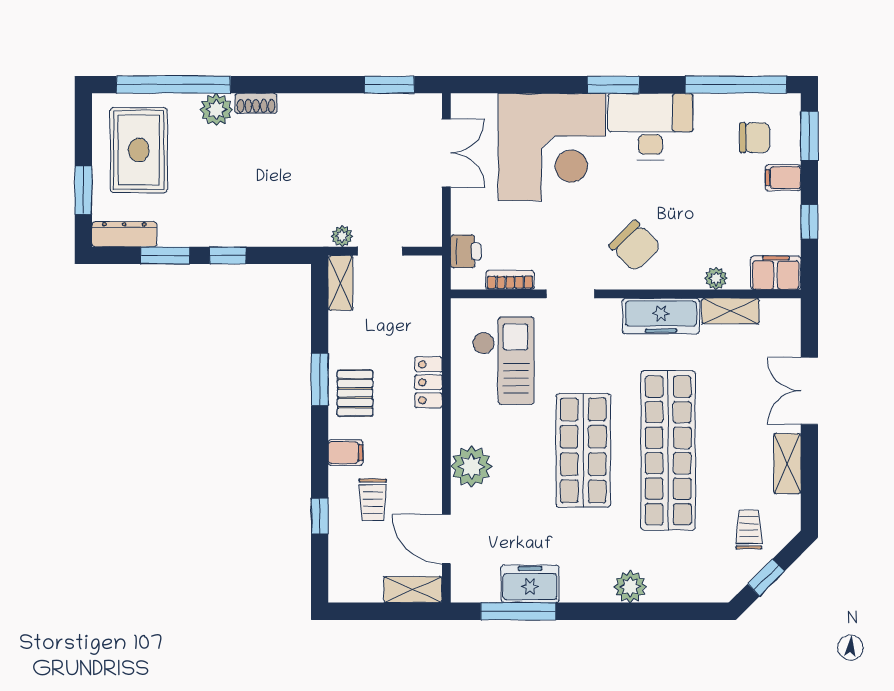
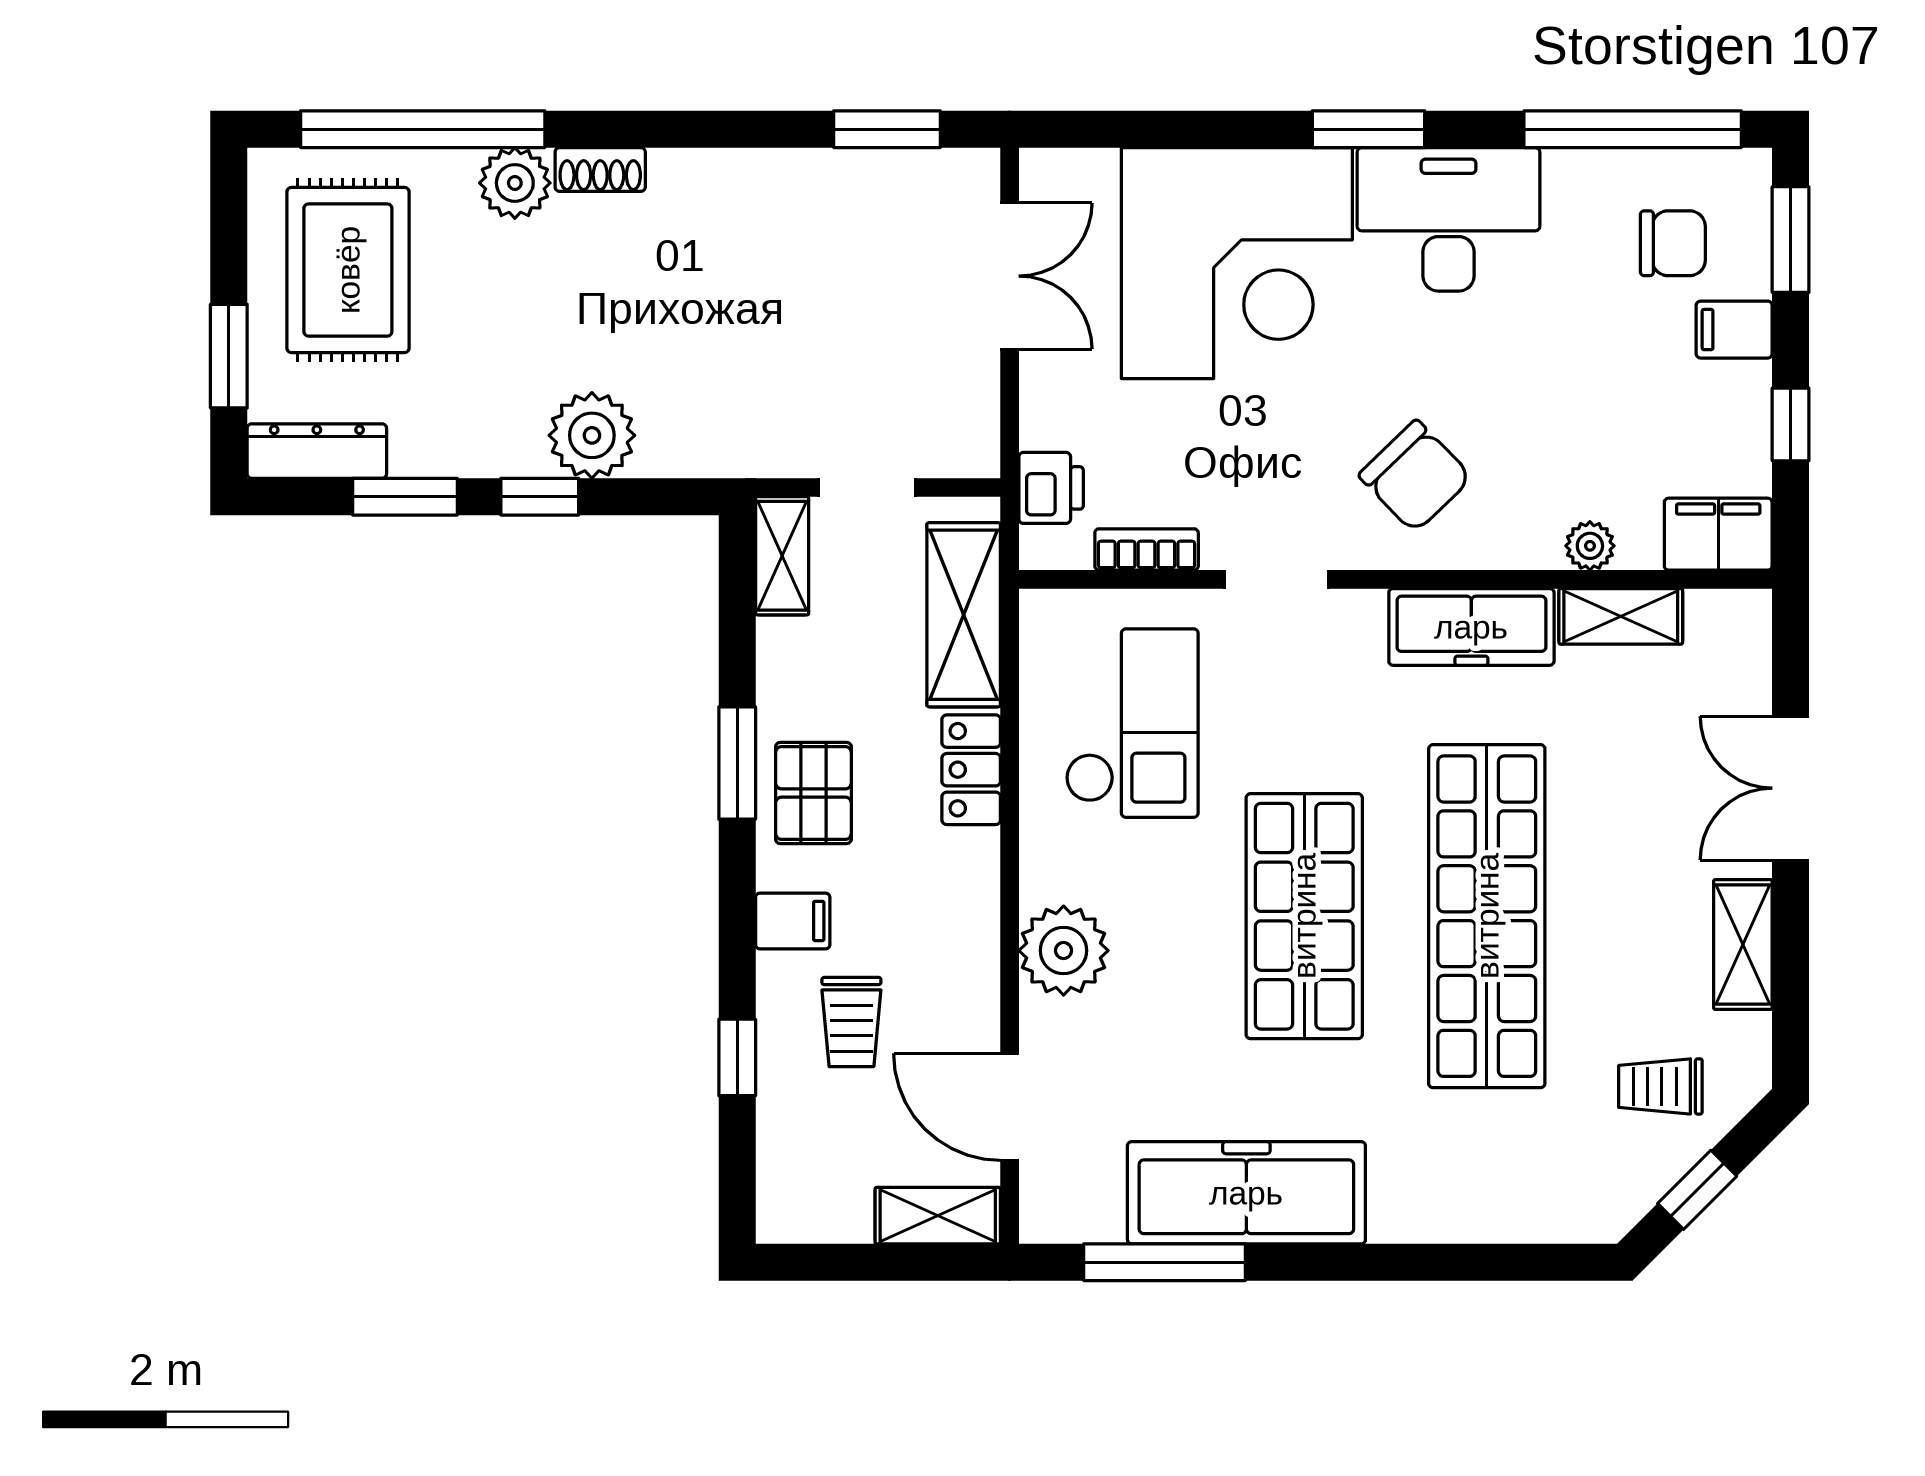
plant: (342, 236) -> (592, 435), moved, width x1.88, depth x1.88
shelving: (425, 310) -> (964, 615), added
trolley: (749, 530) -> (1660, 1086), turned -90
freezer: (530, 584) -> (1246, 1193), width x1.91, depth x1.26
plant: (630, 587) -> (1405, 1209), removed

